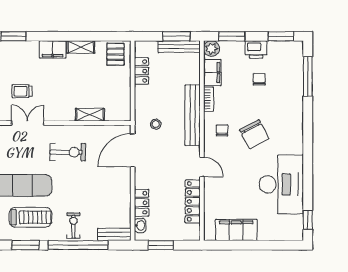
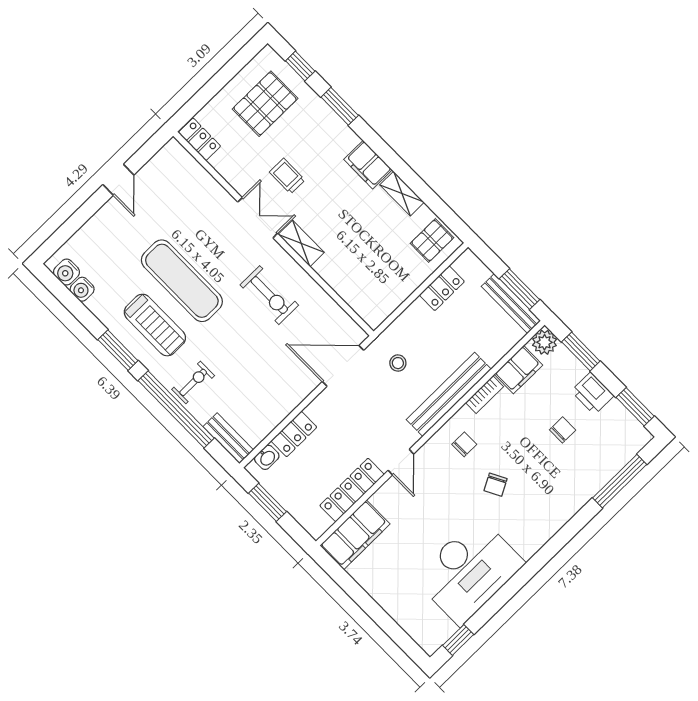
shelving: (90, 115) -> (301, 243), moved
chair: (254, 134) -> (496, 485), width x0.54, depth x0.54
filing cabinet: (236, 230) -> (355, 535), moved, turned 90

